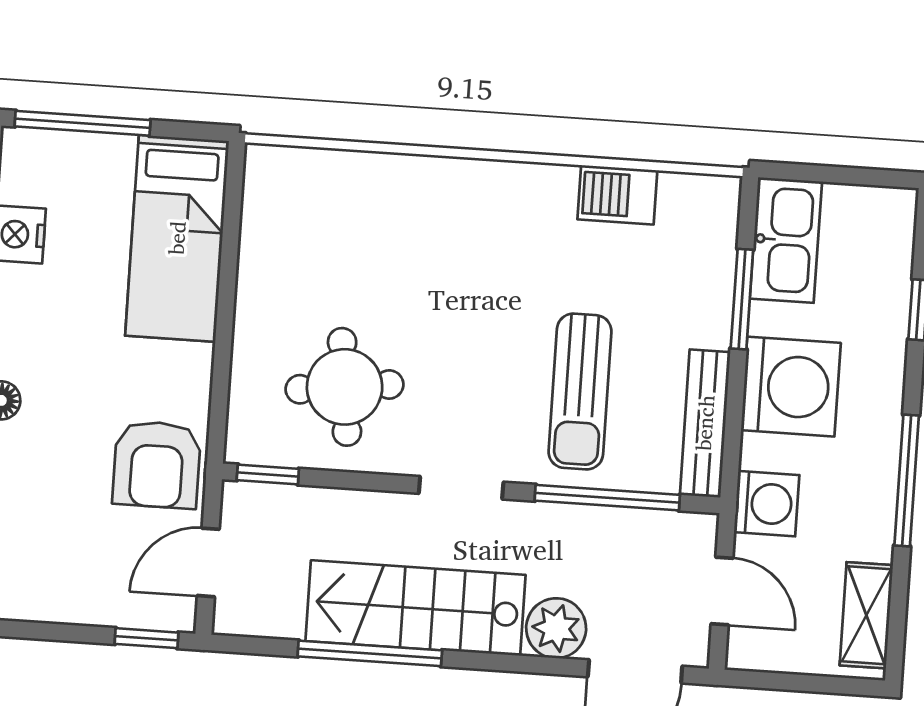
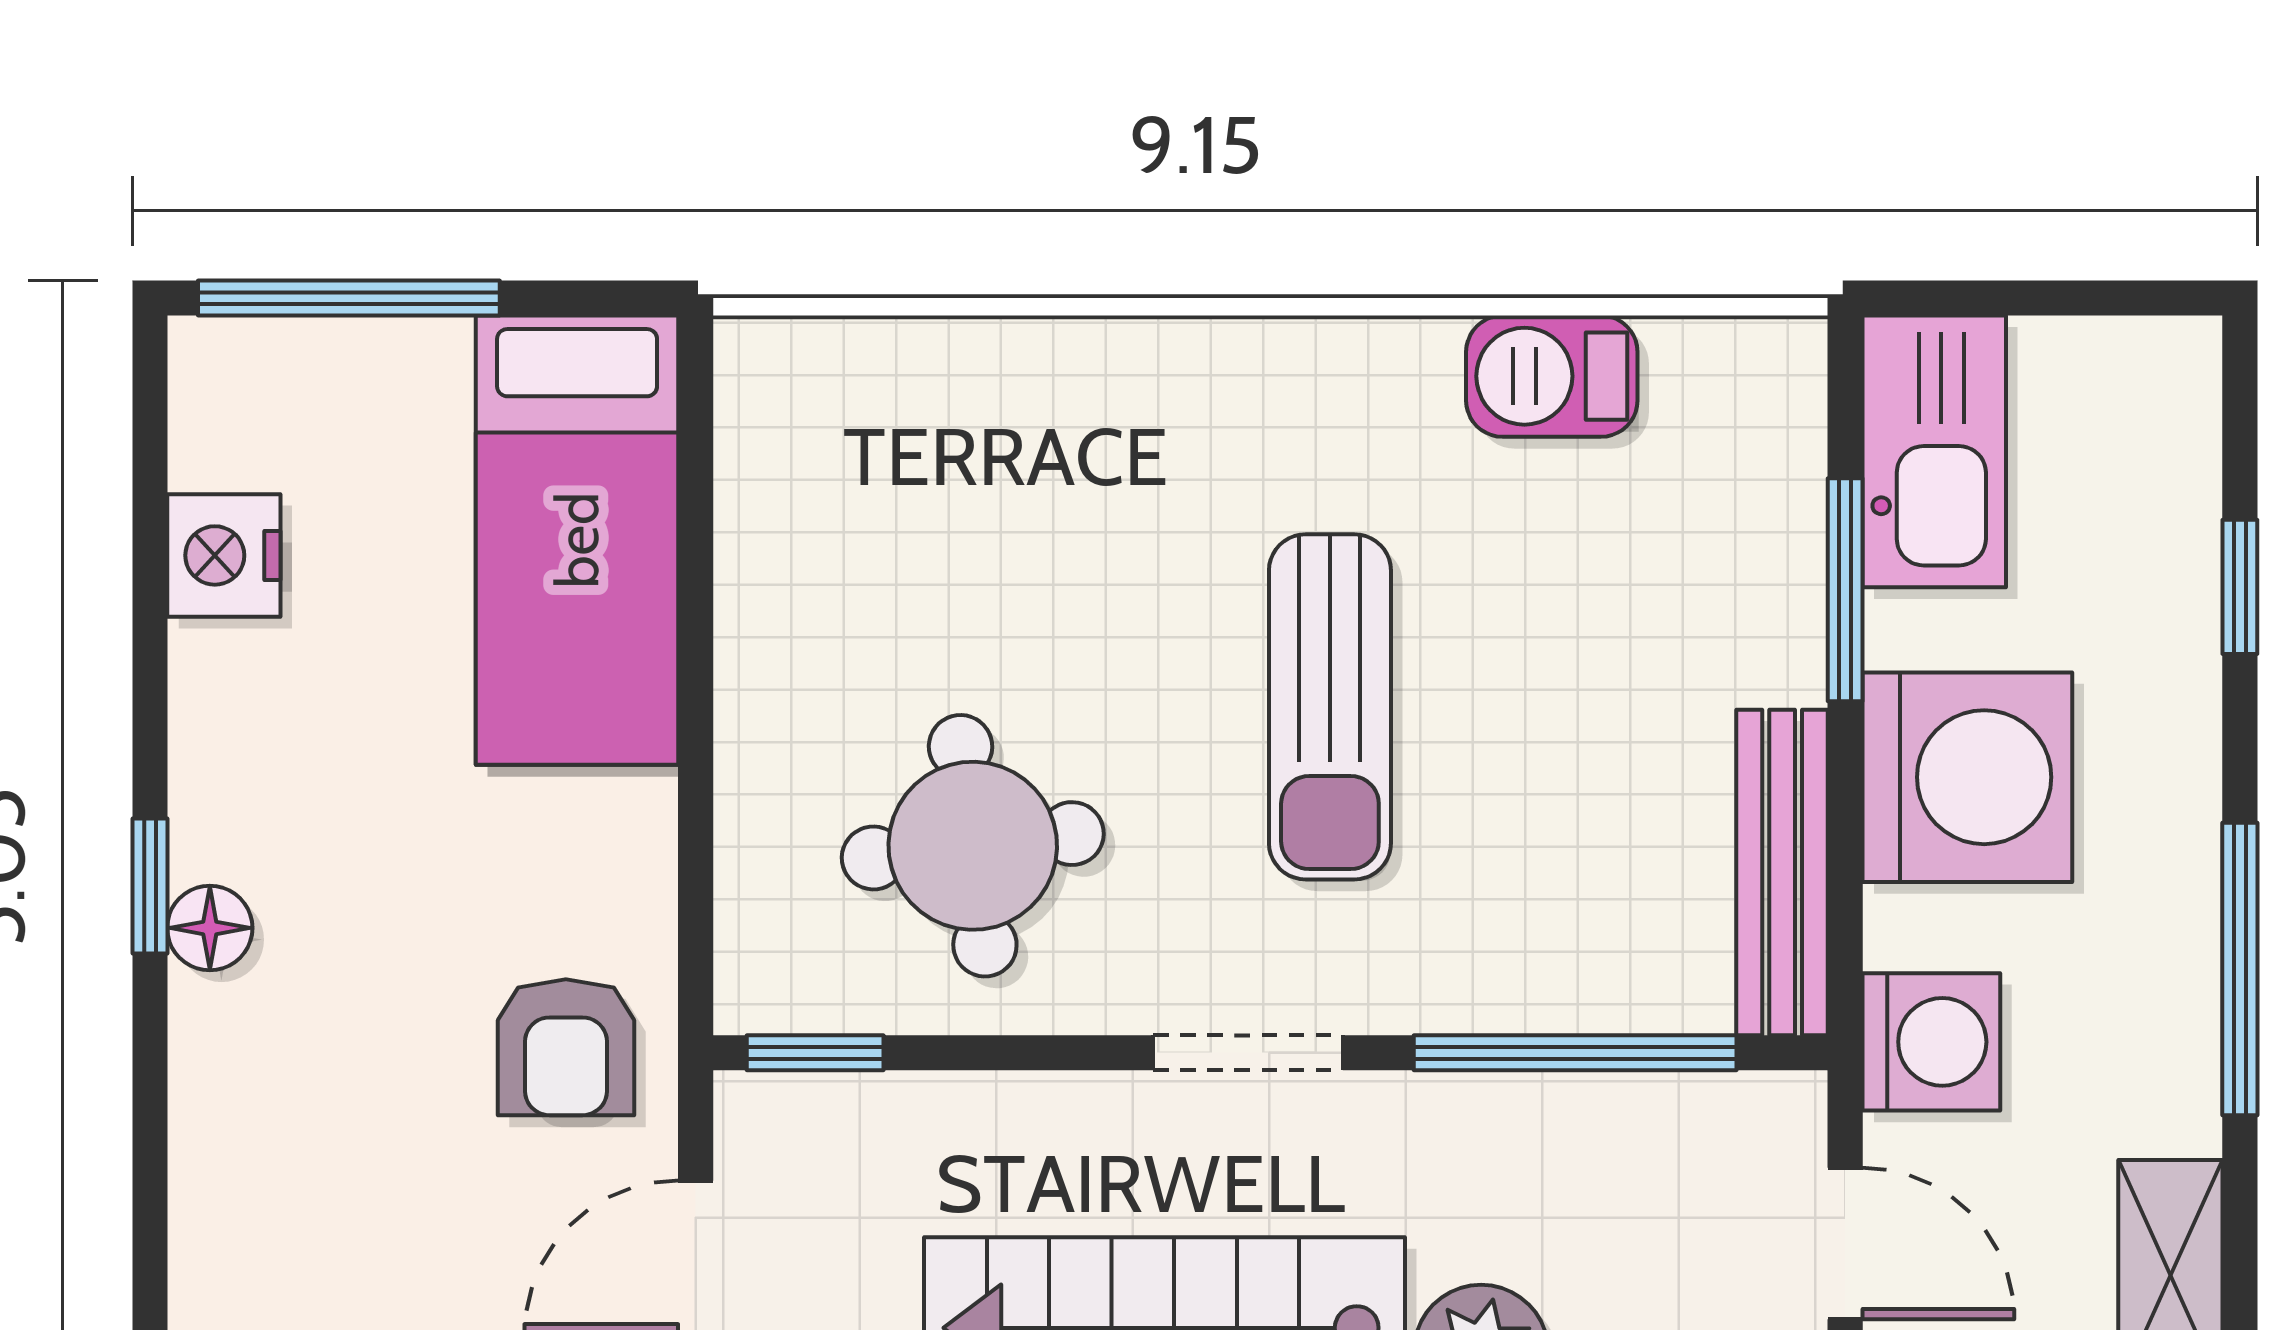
sun lounger: (580, 392) -> (1330, 707), moved
armchair: (157, 464) -> (566, 1047), width x0.72, depth x0.72

